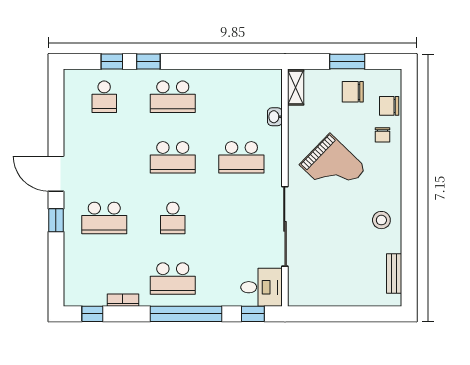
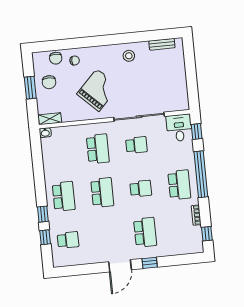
washbasin: (275, 117) -> (45, 133), moved
school desk: (241, 218) -> (136, 145), added

